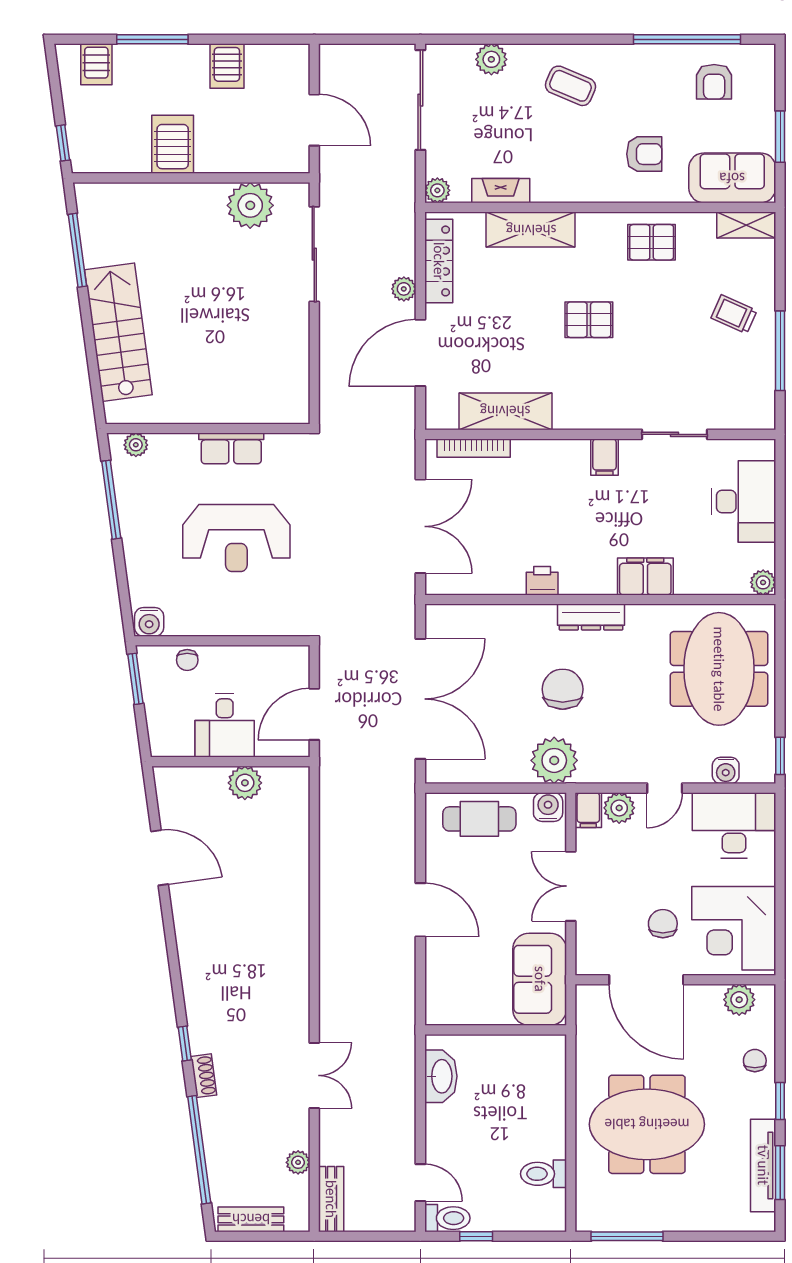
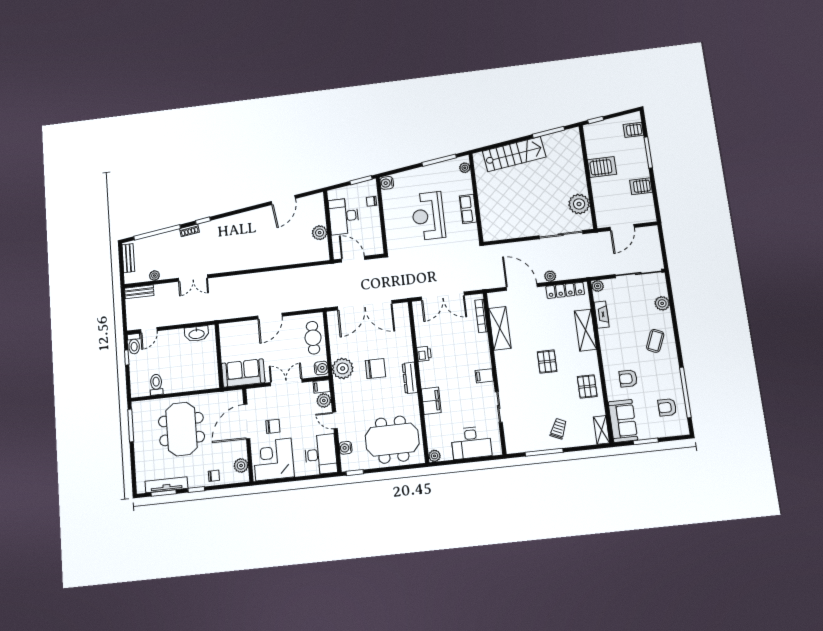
armchair: (644, 154) -> (628, 378), turned 90
desk: (225, 725) -> (344, 216), width x1.37

